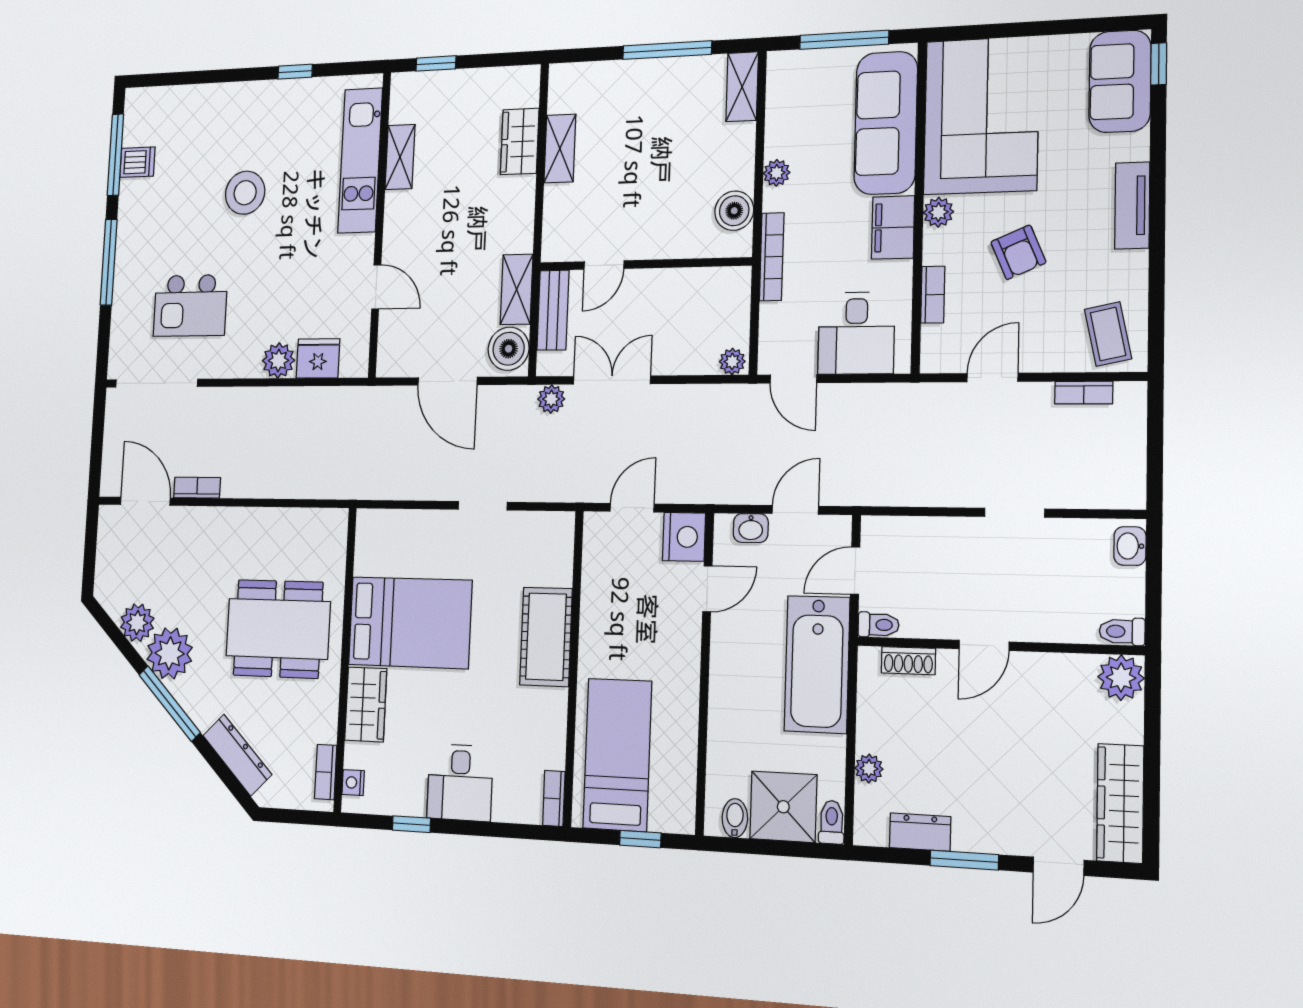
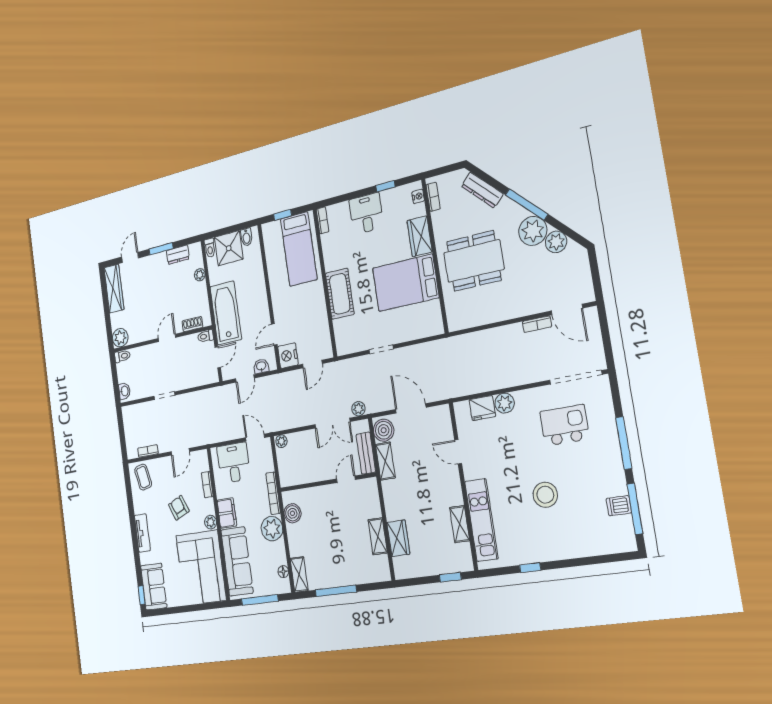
floor lamp: (778, 95) -> (283, 572), added
plant: (777, 173) -> (272, 529), width x1.88, depth x1.88

